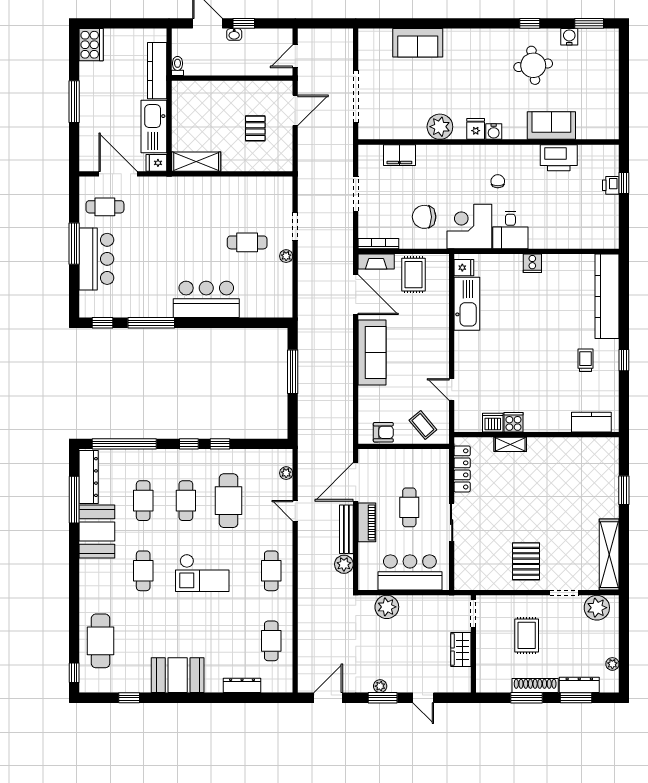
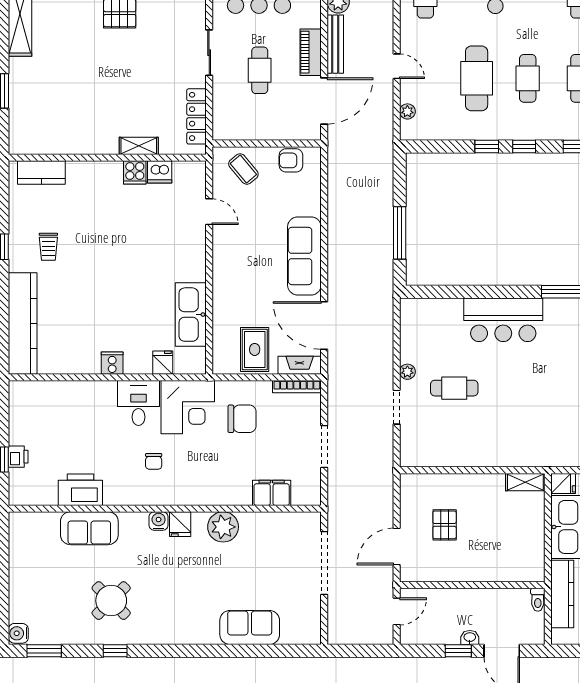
water cooler: (569, 37) -> (18, 633), moved, turned 90
round table: (533, 65) -> (111, 601), turned -38
shelving: (196, 162) -> (525, 482), width x0.67, depth x0.75
fridge: (464, 268) -> (163, 363), moved, turned 90

